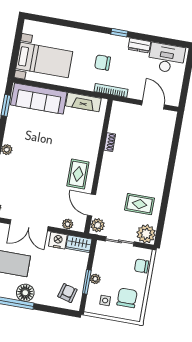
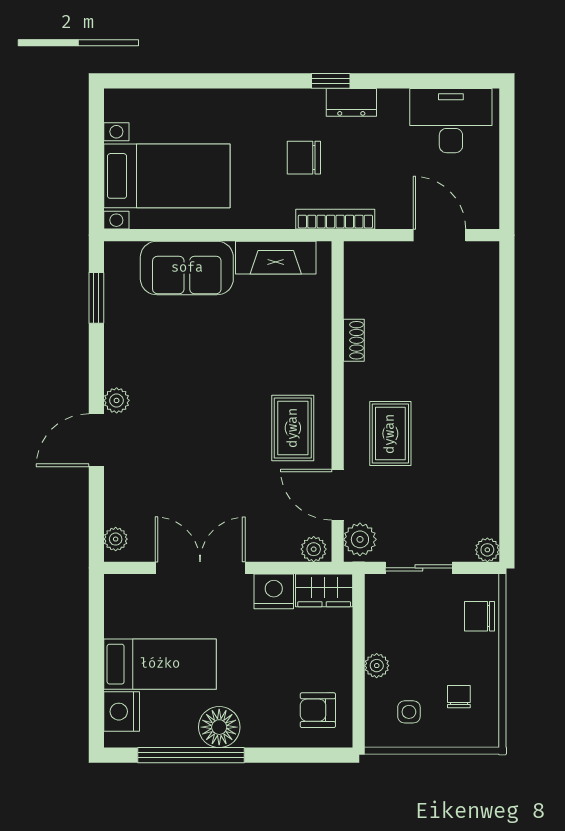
dresser: (139, 45) -> (351, 102), moved
sofa: (39, 99) -> (187, 268), width x0.73
rug: (140, 204) -> (390, 434), moved, turned 90
plant: (68, 224) -> (314, 549), moved
double door: (29, 225) -> (200, 568), swing flipped
plant: (146, 234) -> (487, 550), width x0.53, depth x0.53
window: (87, 282) -> (359, 676), removed
armchair: (67, 293) -> (318, 710), turned -105
chair: (127, 298) -> (459, 697), width x0.54, depth x0.54

